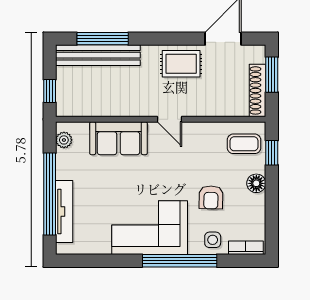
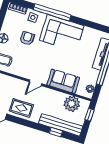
window: (103, 39) -> (56, 132), width x0.46
plant: (89, 101) -> (72, 104), added
door: (169, 119) -> (35, 83), swing flipped

